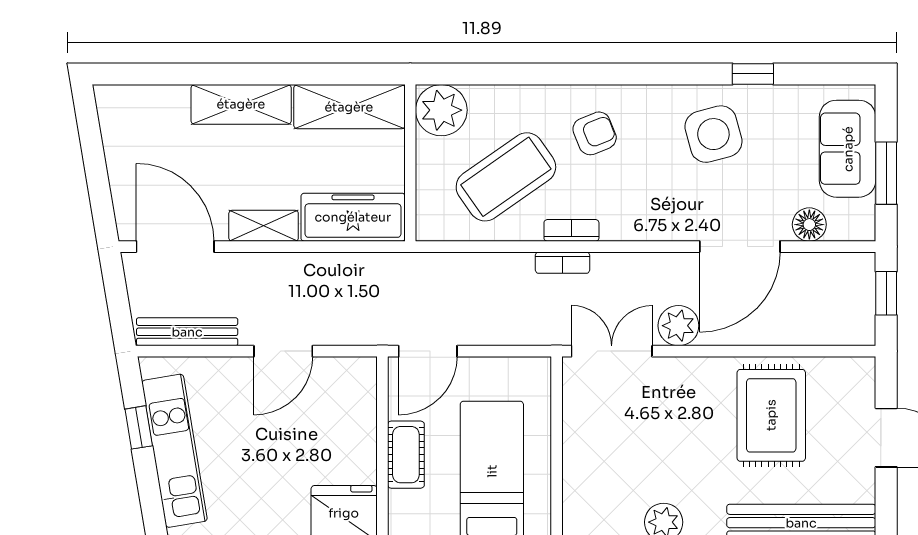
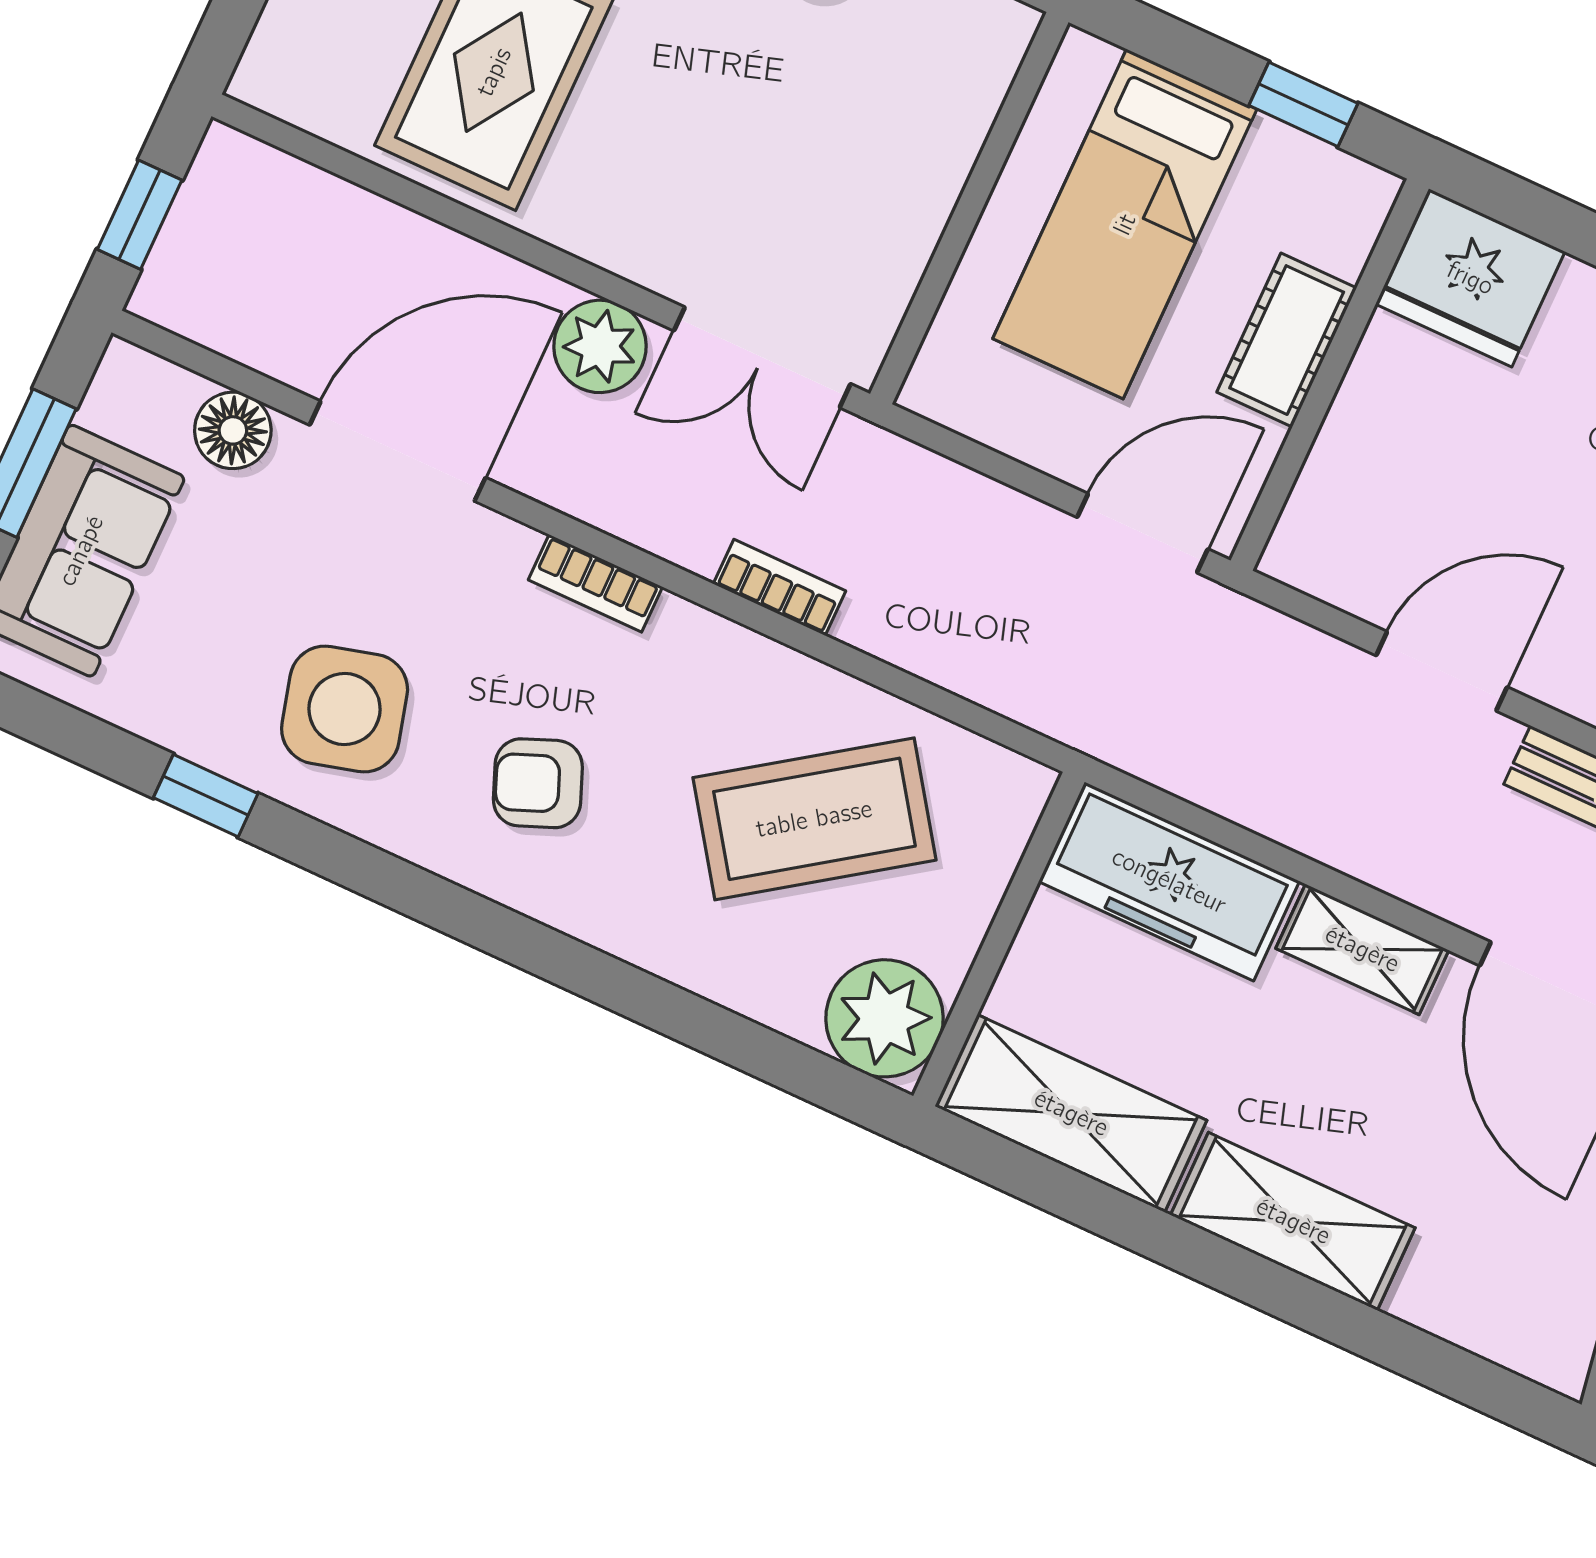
armchair: (595, 133) -> (538, 783), moved
bookcase: (571, 230) -> (595, 583), moved

